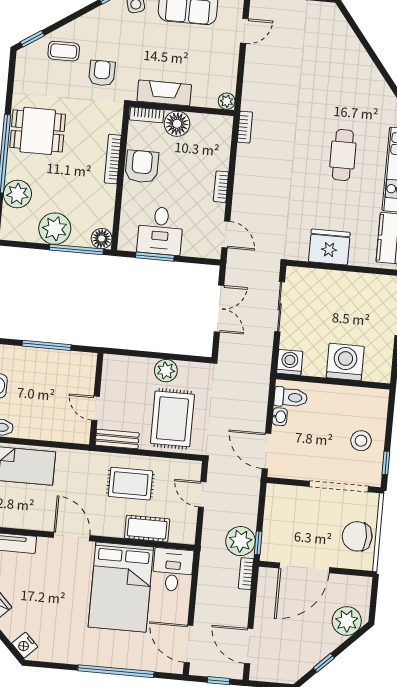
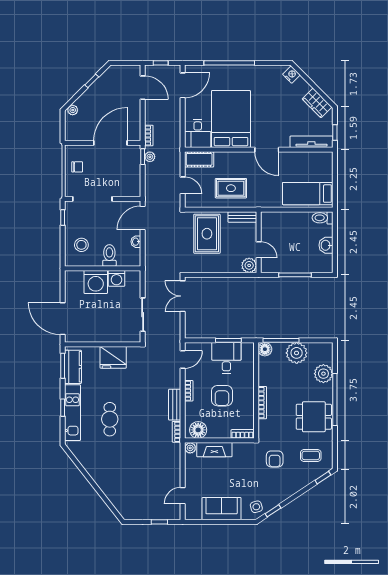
coffee table: (64, 51) -> (311, 455), moved
fireplace: (164, 93) -> (214, 450), moved
floor lamp: (177, 124) -> (198, 430), moved
armchair: (142, 166) -> (222, 396), moved
bench: (244, 168) -> (175, 405), added
door: (226, 234) -> (183, 359), swing flipped
double door: (219, 309) -> (183, 296), moved
washing machine: (290, 362) -> (116, 278), moved
plant: (166, 371) -> (249, 265), moved
toilet: (291, 397) -> (109, 255), moved, turned 90
door: (95, 408) -> (259, 250), moved
stool: (361, 441) -> (81, 245), moved
door: (266, 451) -> (143, 218), swing flipped
cot: (147, 529) -> (199, 159), moved
chair: (357, 536) -> (77, 167), width x0.54, depth x0.54
plant: (240, 541) -> (150, 157), width x0.53, depth x0.53
plant: (347, 621) -> (73, 110), width x0.53, depth x0.53
door: (189, 644) -> (183, 85), hinge flipped

